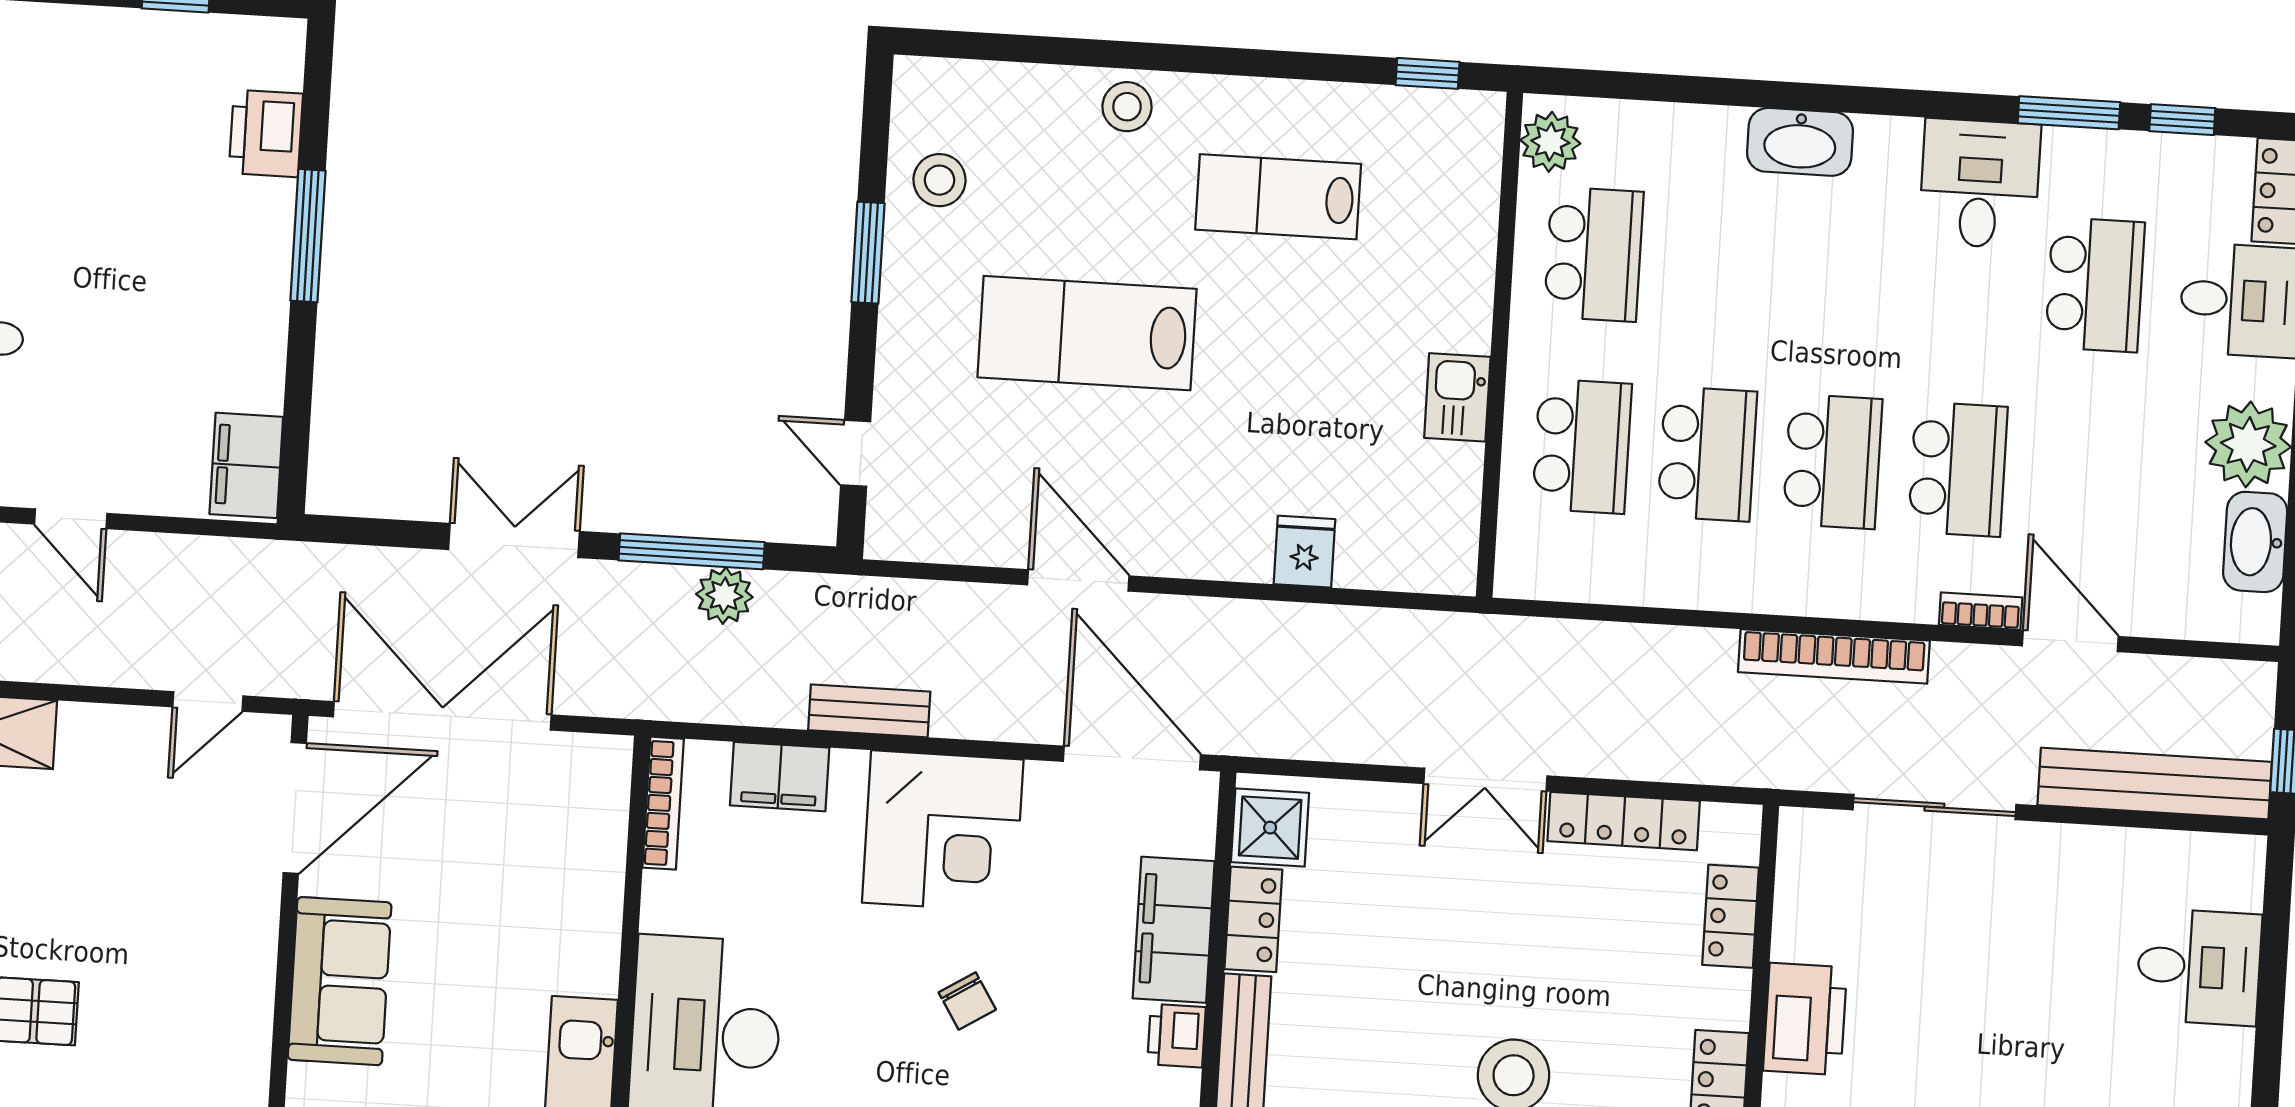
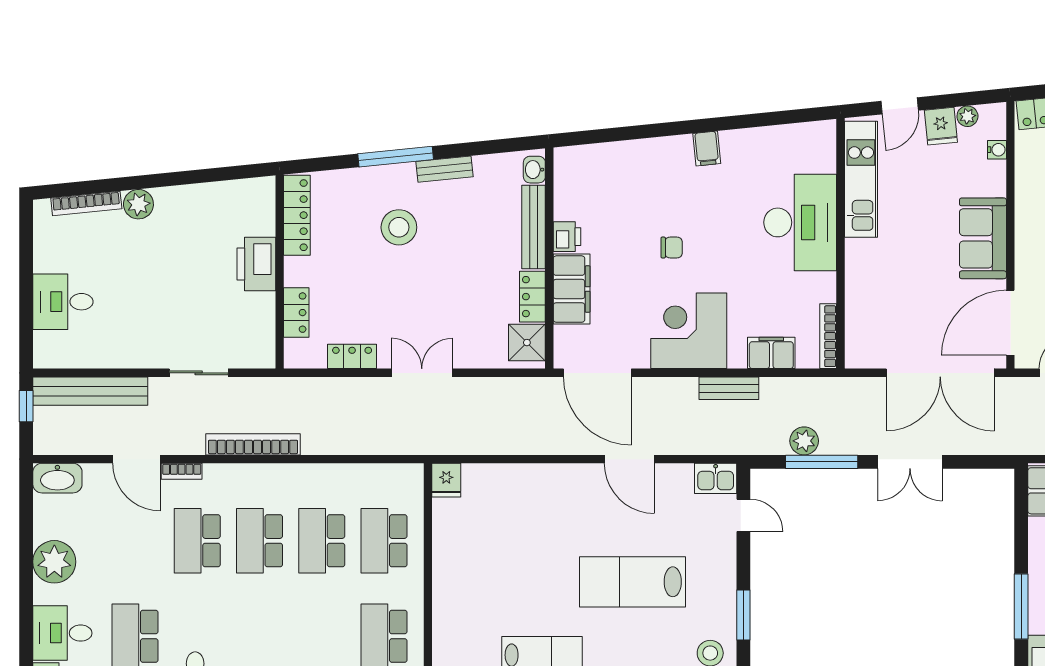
lab bench: (1087, 333) -> (633, 582), turned 180
kitchen sink: (1457, 397) -> (716, 478), moved, turned 90
washbasin: (2255, 542) -> (57, 478), moved, turned 90
fridge: (1304, 552) -> (446, 480), moved
sliding door: (1934, 807) -> (199, 373), width x0.73
locker: (1624, 821) -> (352, 356), width x0.66
chair: (967, 1001) -> (672, 248), turned 122

